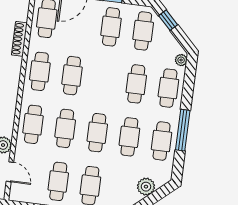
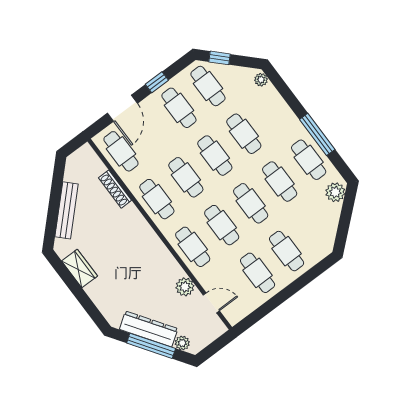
cafe table: (168, 88) -> (215, 156), moved
plant: (146, 187) -> (335, 192), moved

